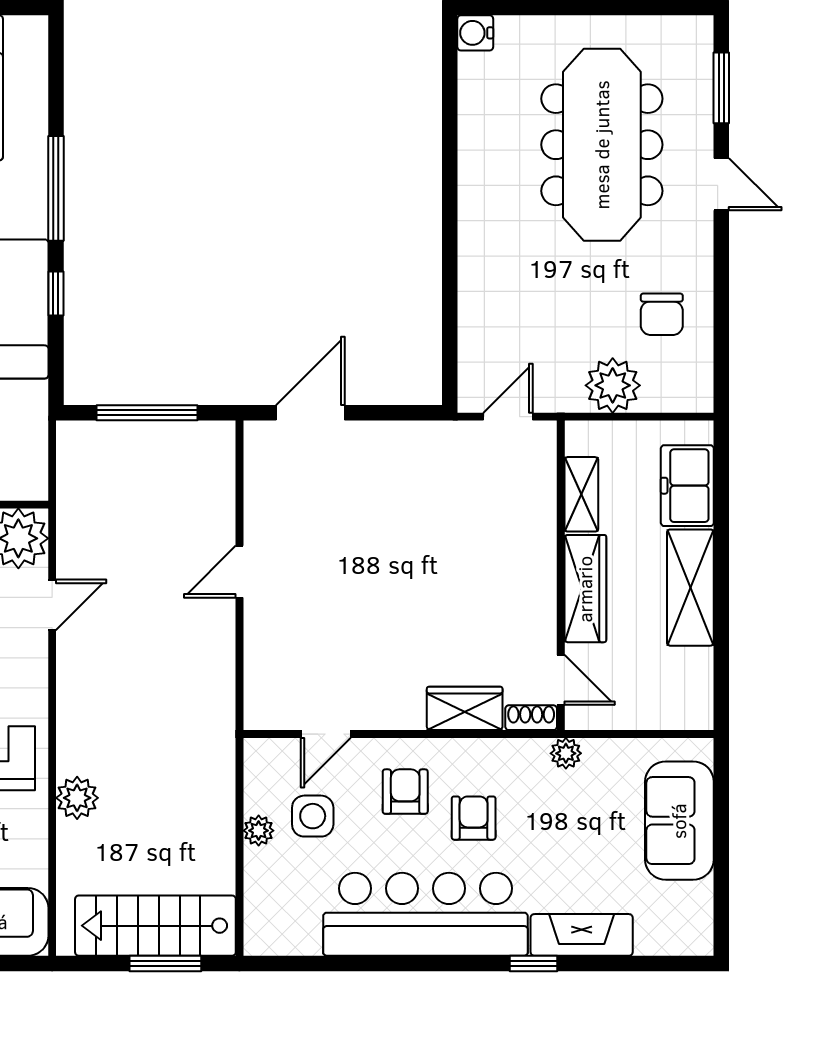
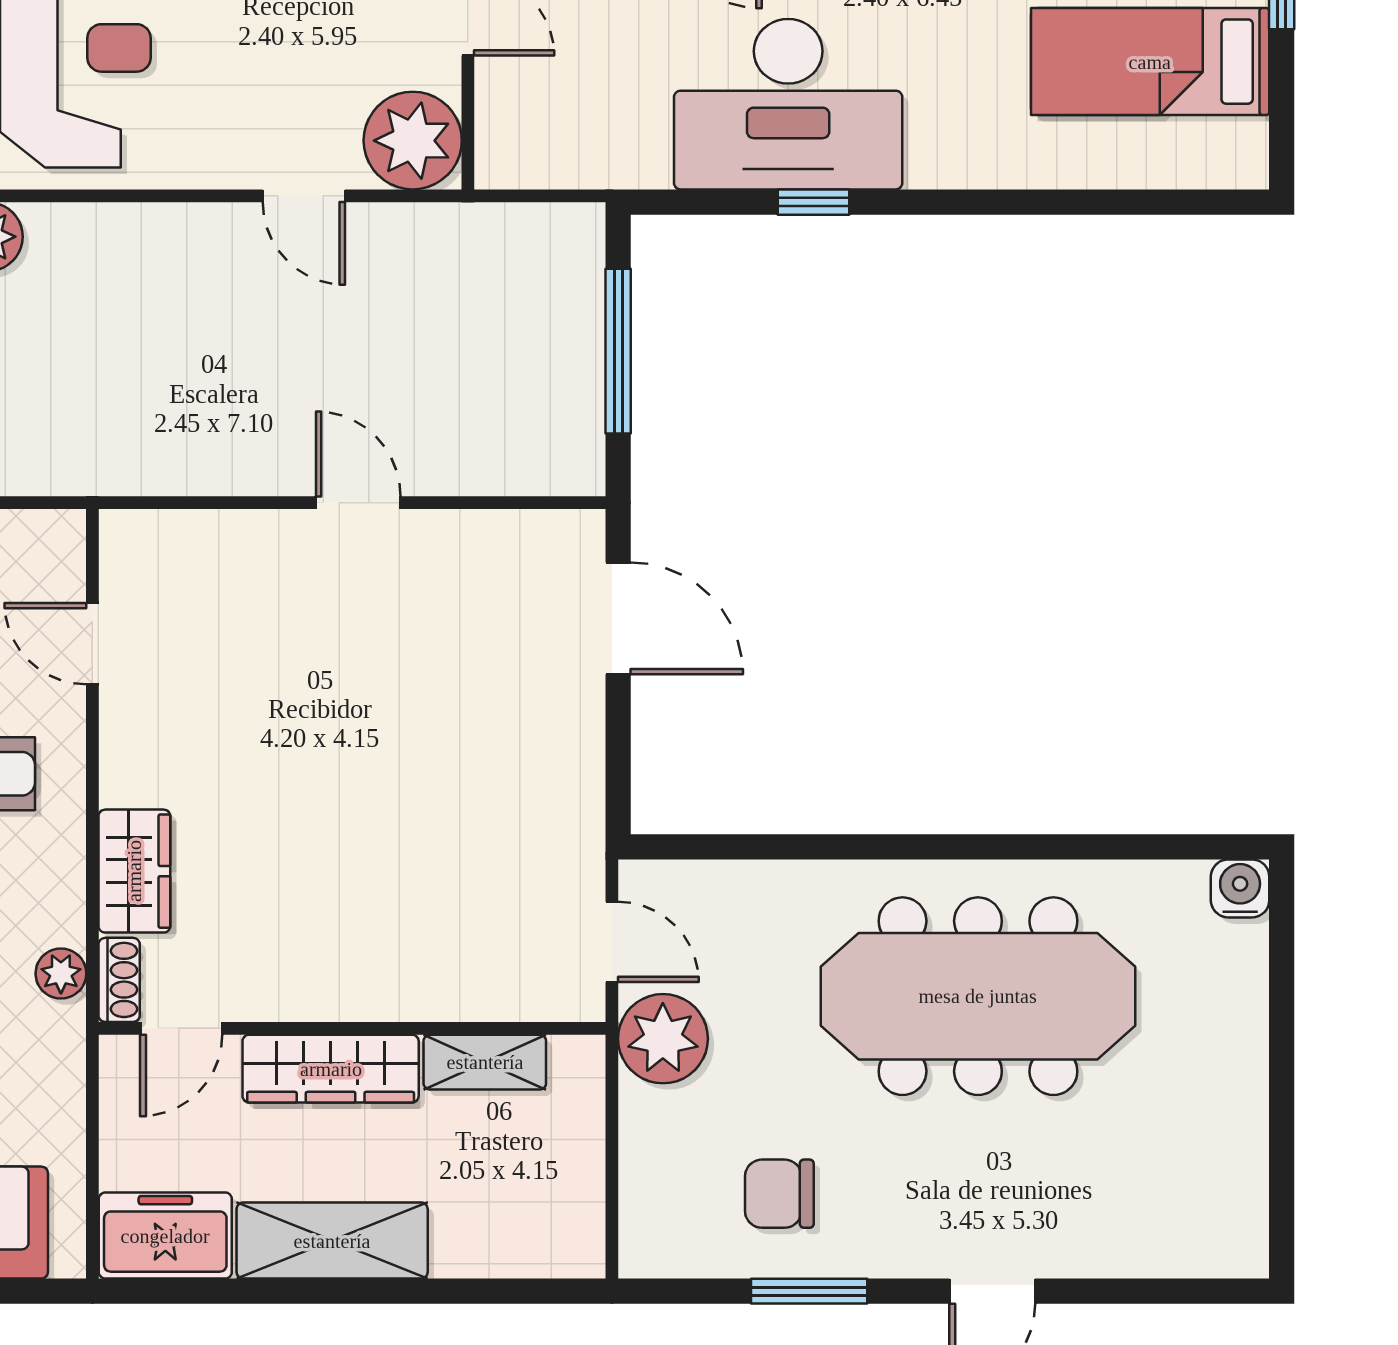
window: (721, 88) -> (809, 1291), moved
meeting table: (602, 145) -> (978, 996), moved
window: (56, 188) -> (986, 202), removed
plant: (613, 385) -> (663, 1039), moved
freezer: (687, 486) -> (165, 1236), moved
plant: (566, 753) -> (61, 974), moved

